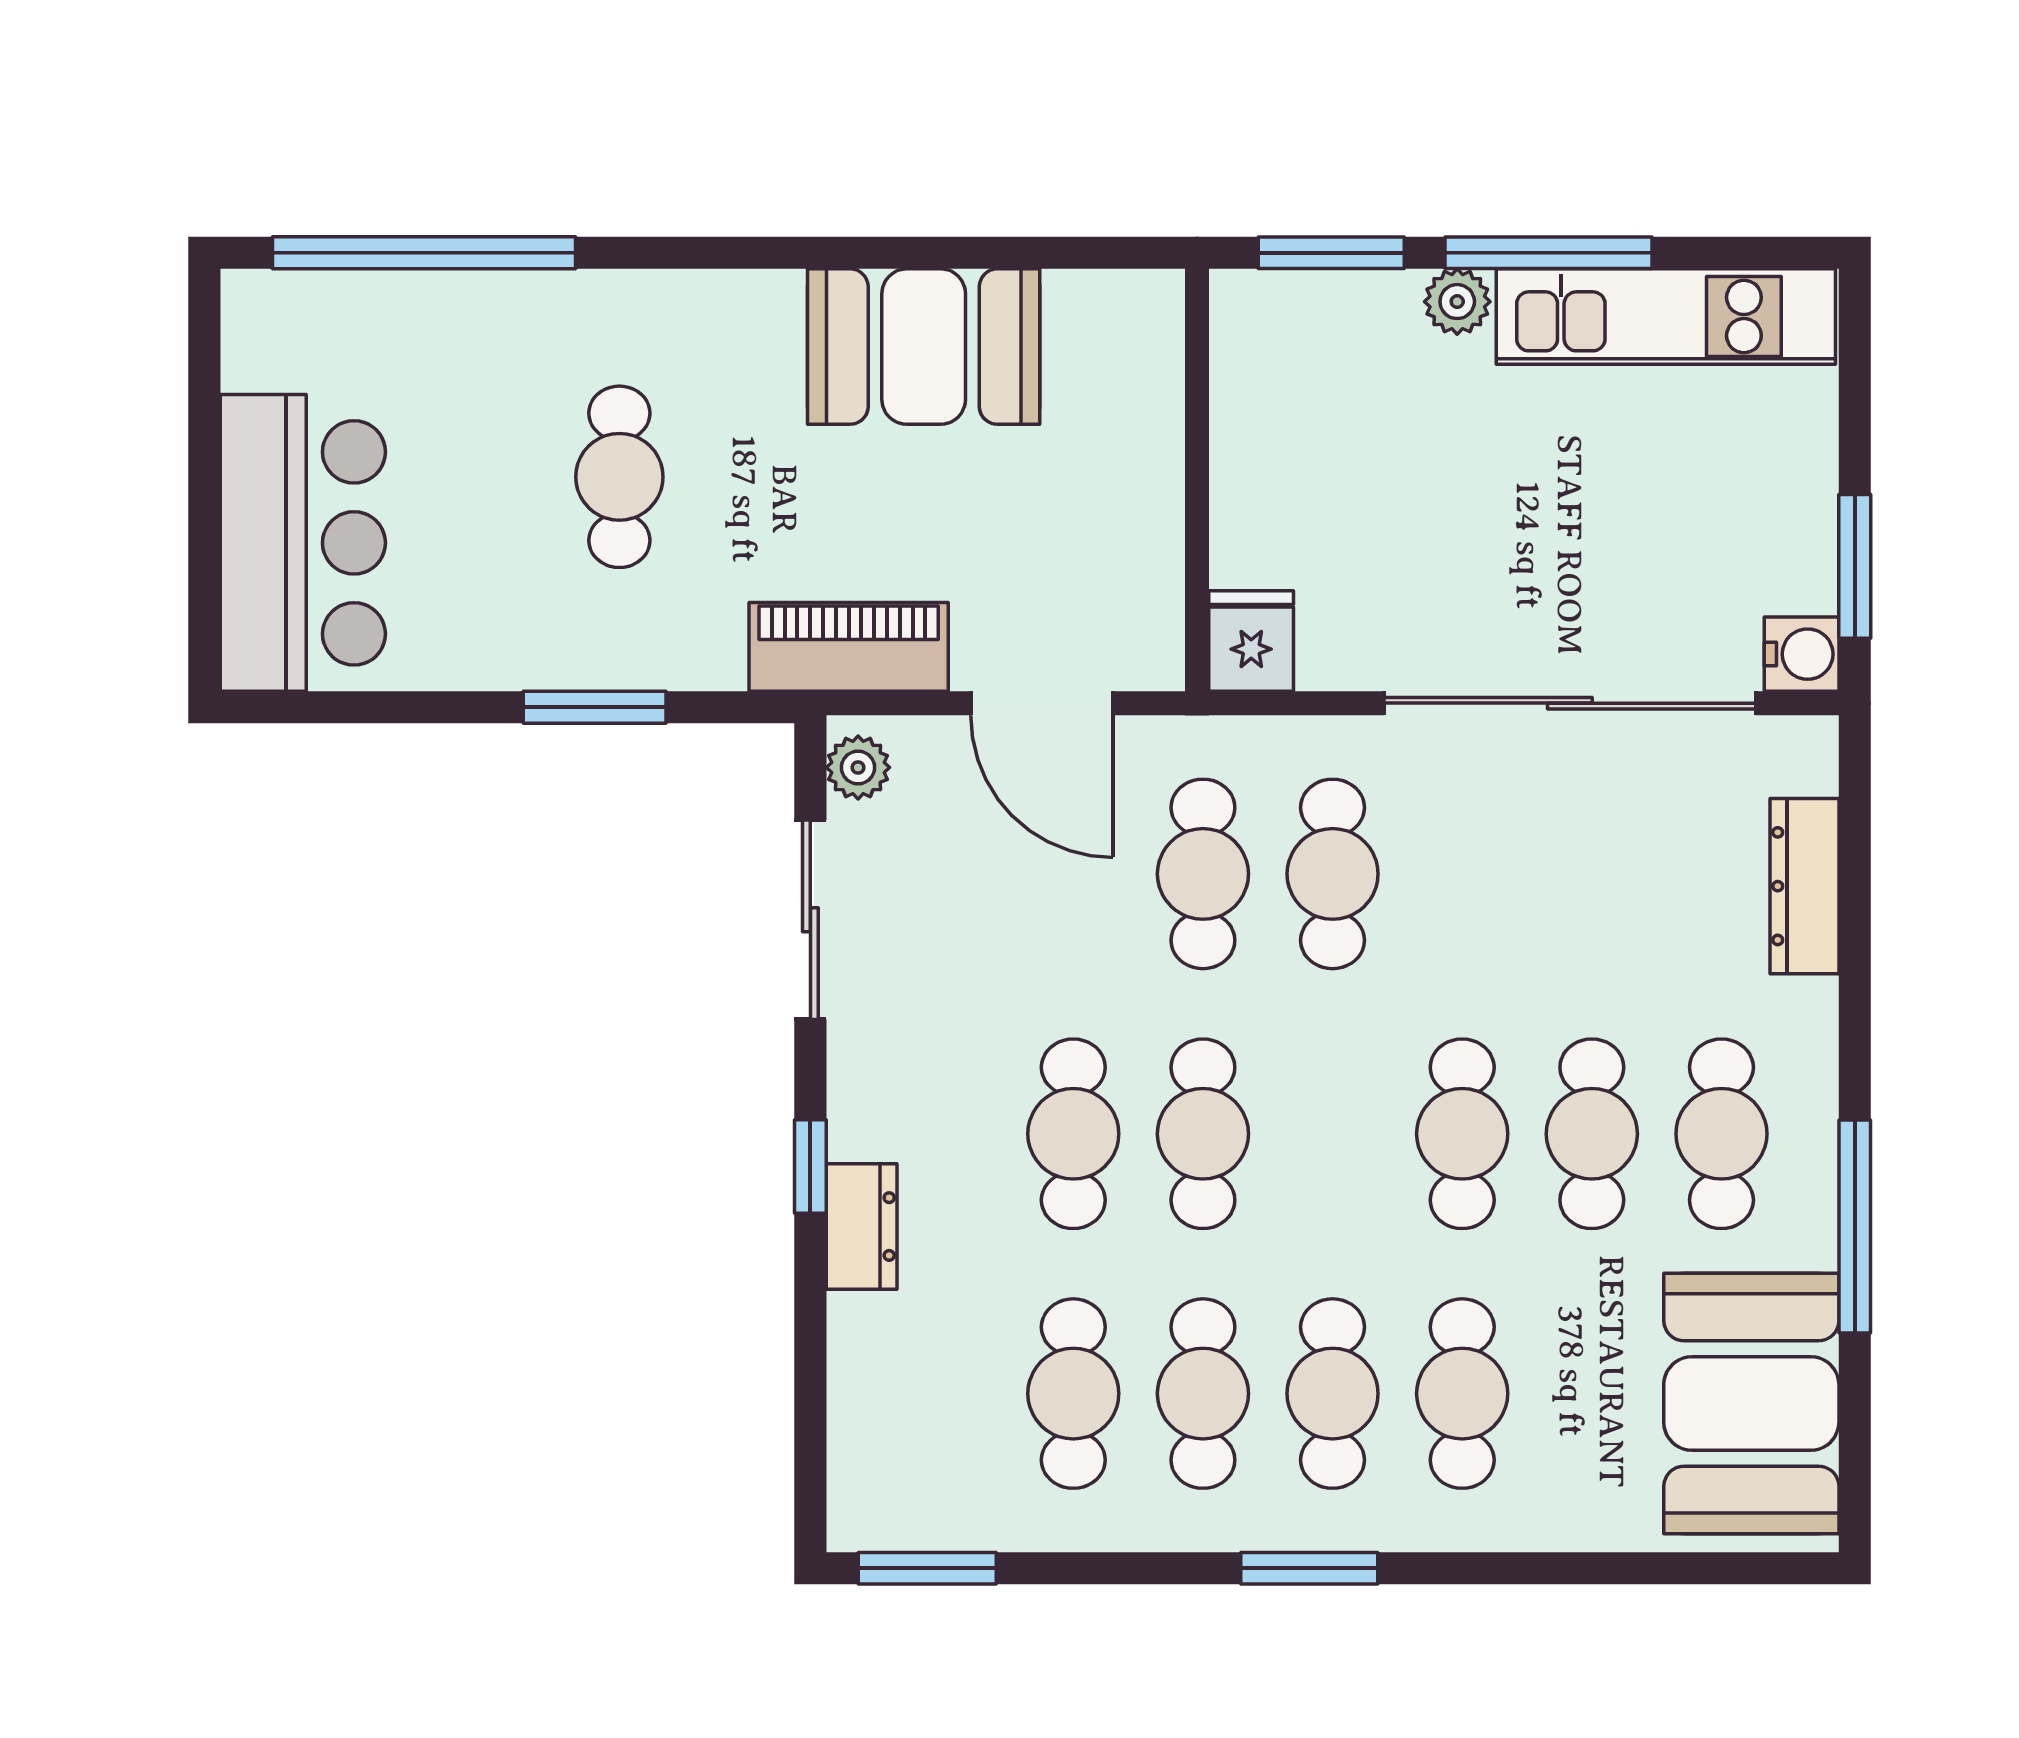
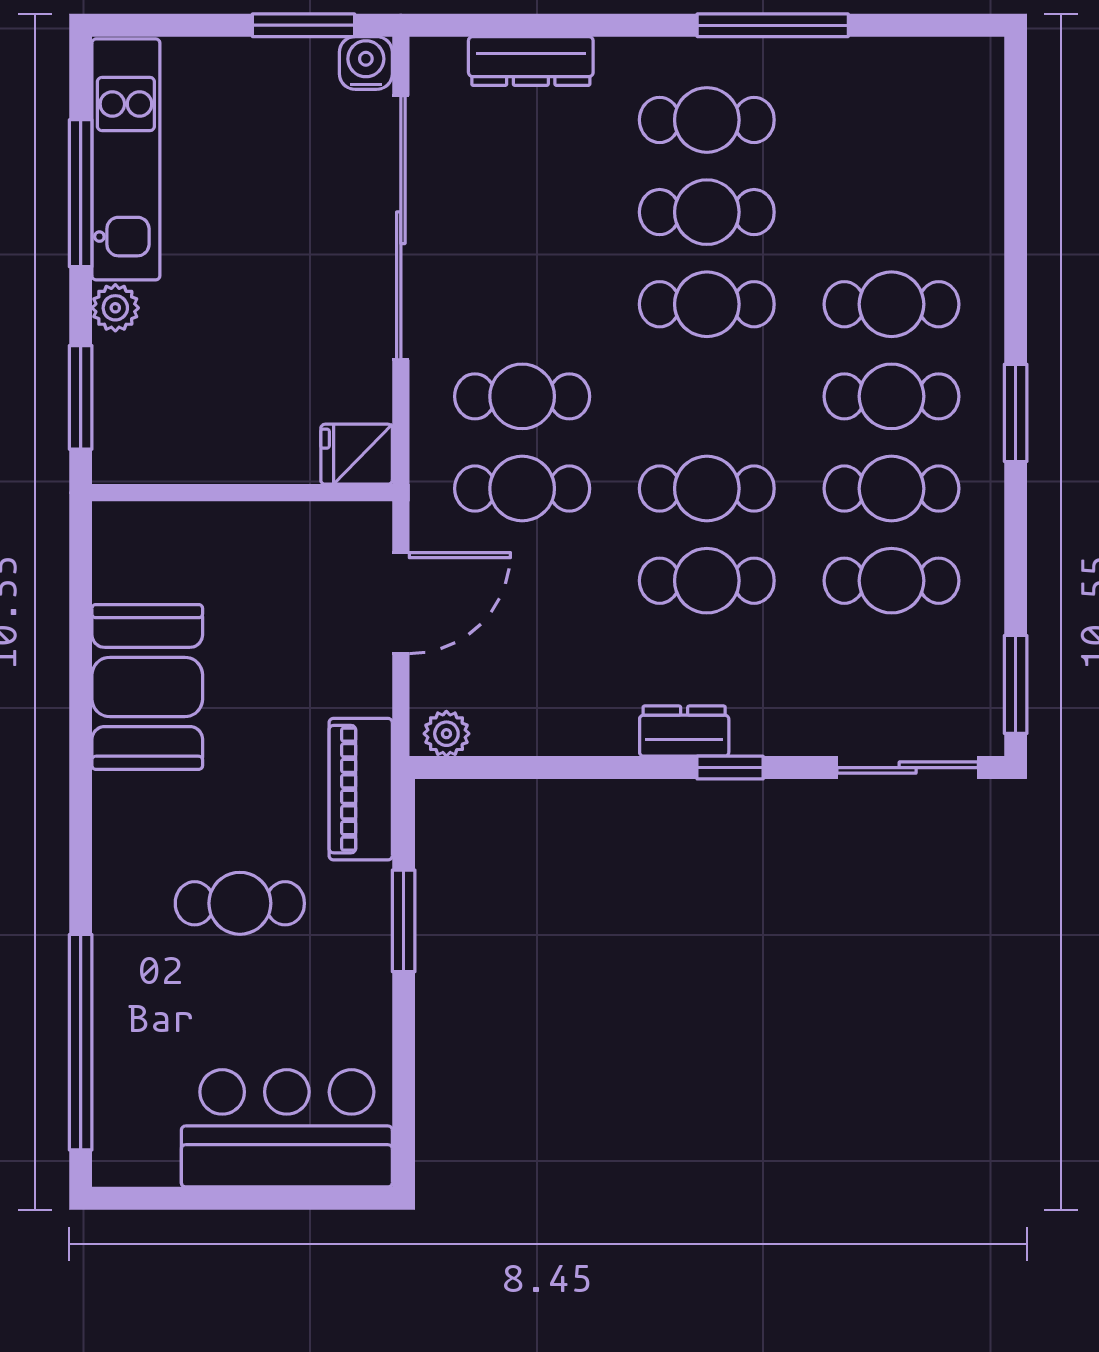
window: (1548, 253) -> (81, 193), moved
piano: (849, 647) -> (361, 789), moved
sliding door: (810, 920) -> (908, 768), moved
dresser: (862, 1227) -> (684, 731), moved
booth: (1751, 1403) -> (899, 99), removed

